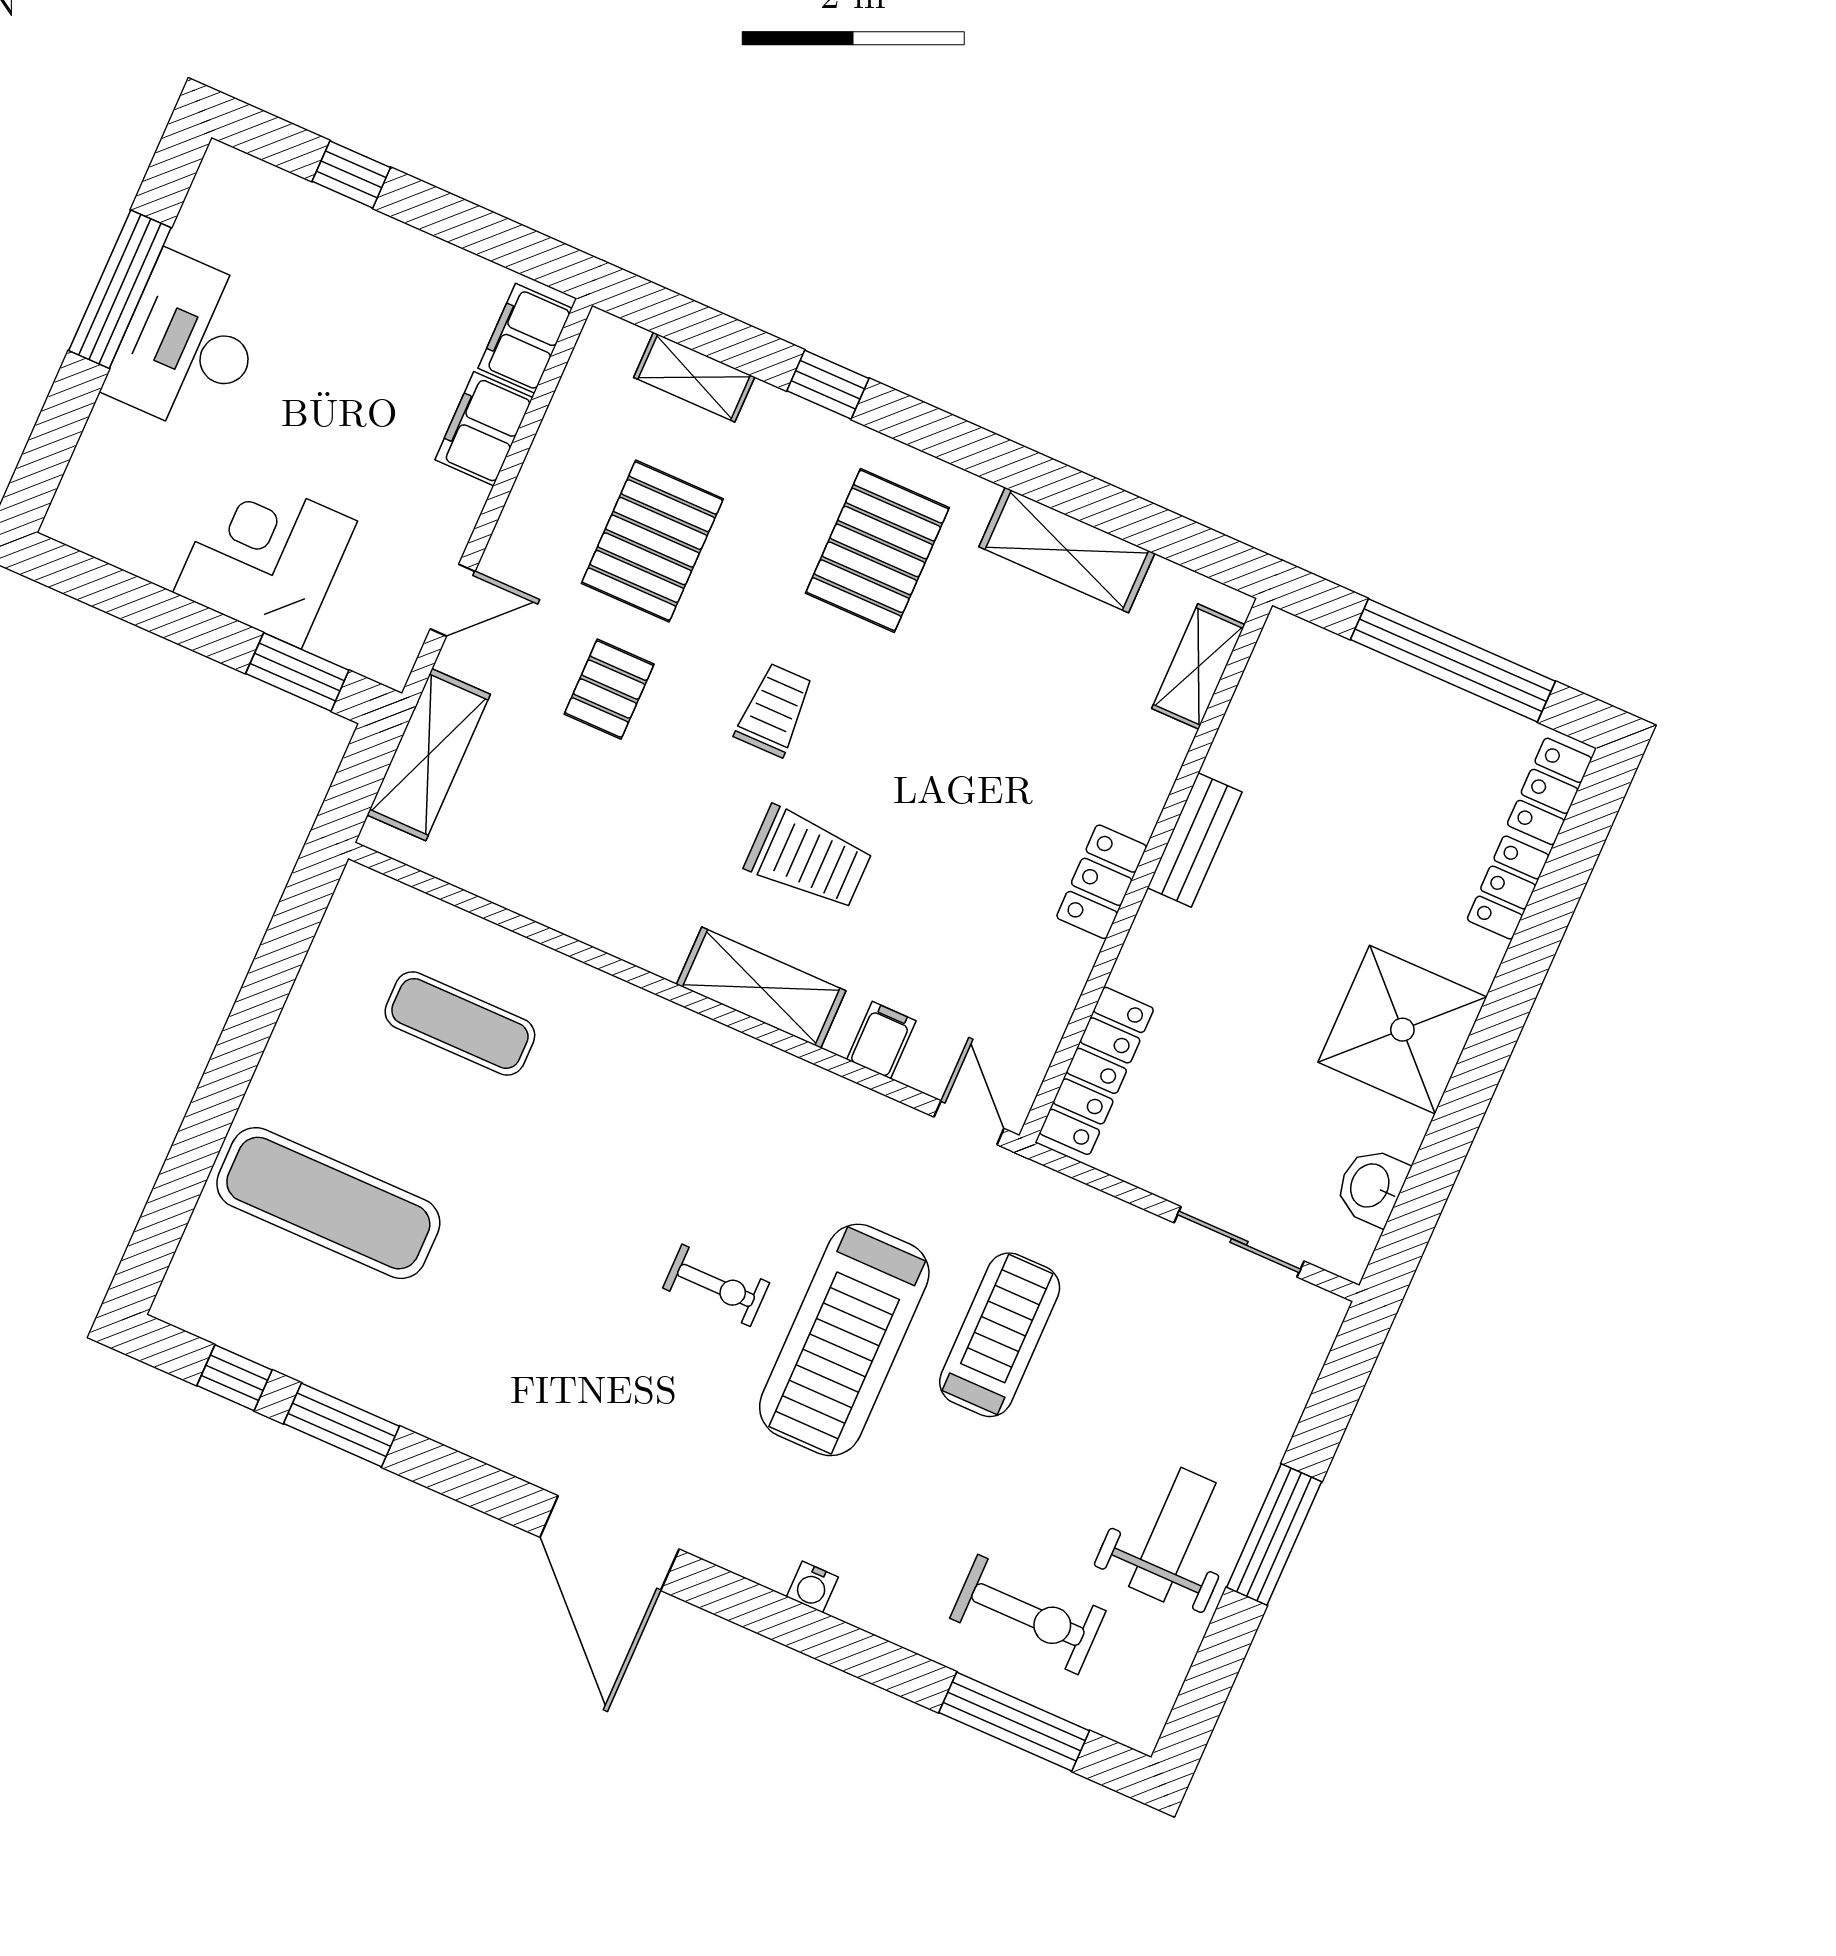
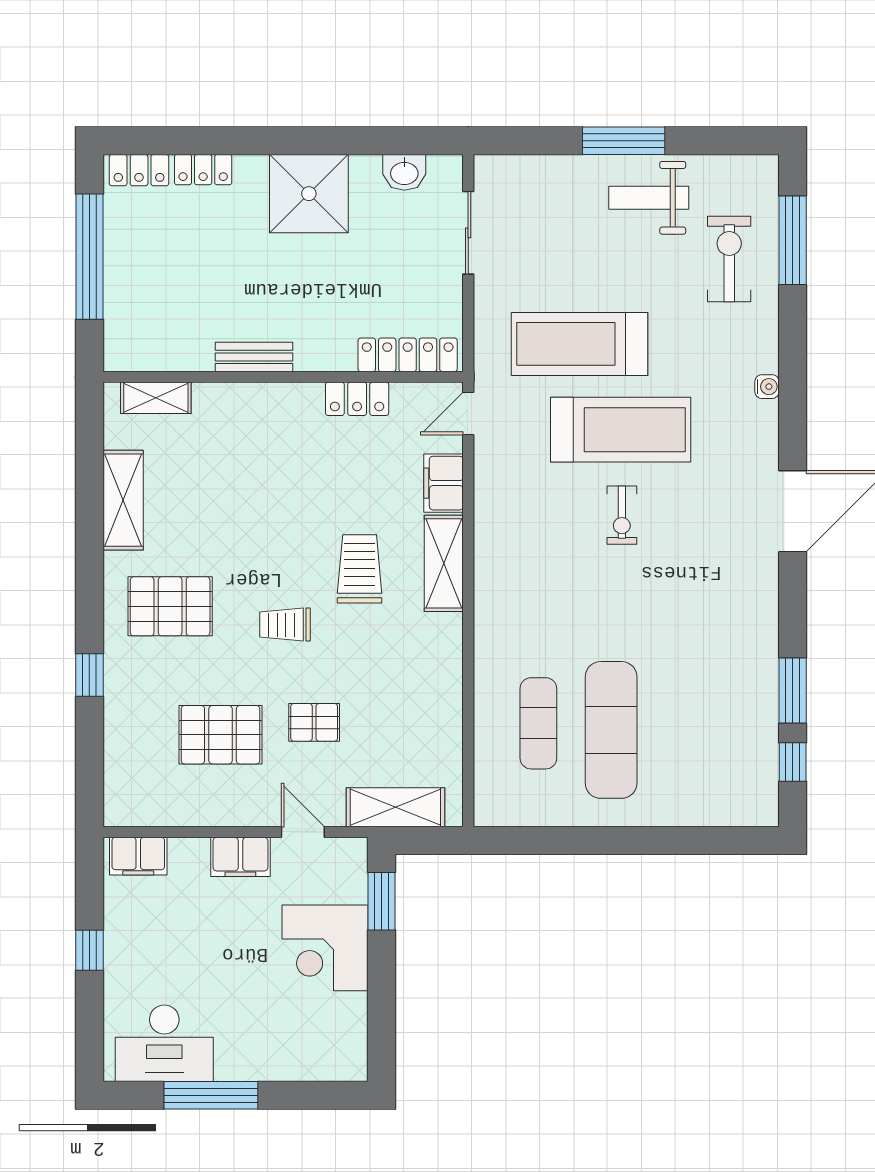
window: (351, 174) -> (89, 950), moved
desk: (188, 344) -> (164, 1043), moved
shelving: (694, 377) -> (118, 752), removed
filing cabinet: (484, 429) -> (240, 857), moved
locker: (1102, 882) -> (357, 399), moved
filing cabinet: (881, 1040) -> (444, 483), width x2.00
exercise mat: (328, 1203) -> (611, 730), moved
exercise bike: (716, 1285) -> (622, 515), turned 180
treadmill: (1000, 1335) -> (579, 344), width x1.37, depth x1.38

